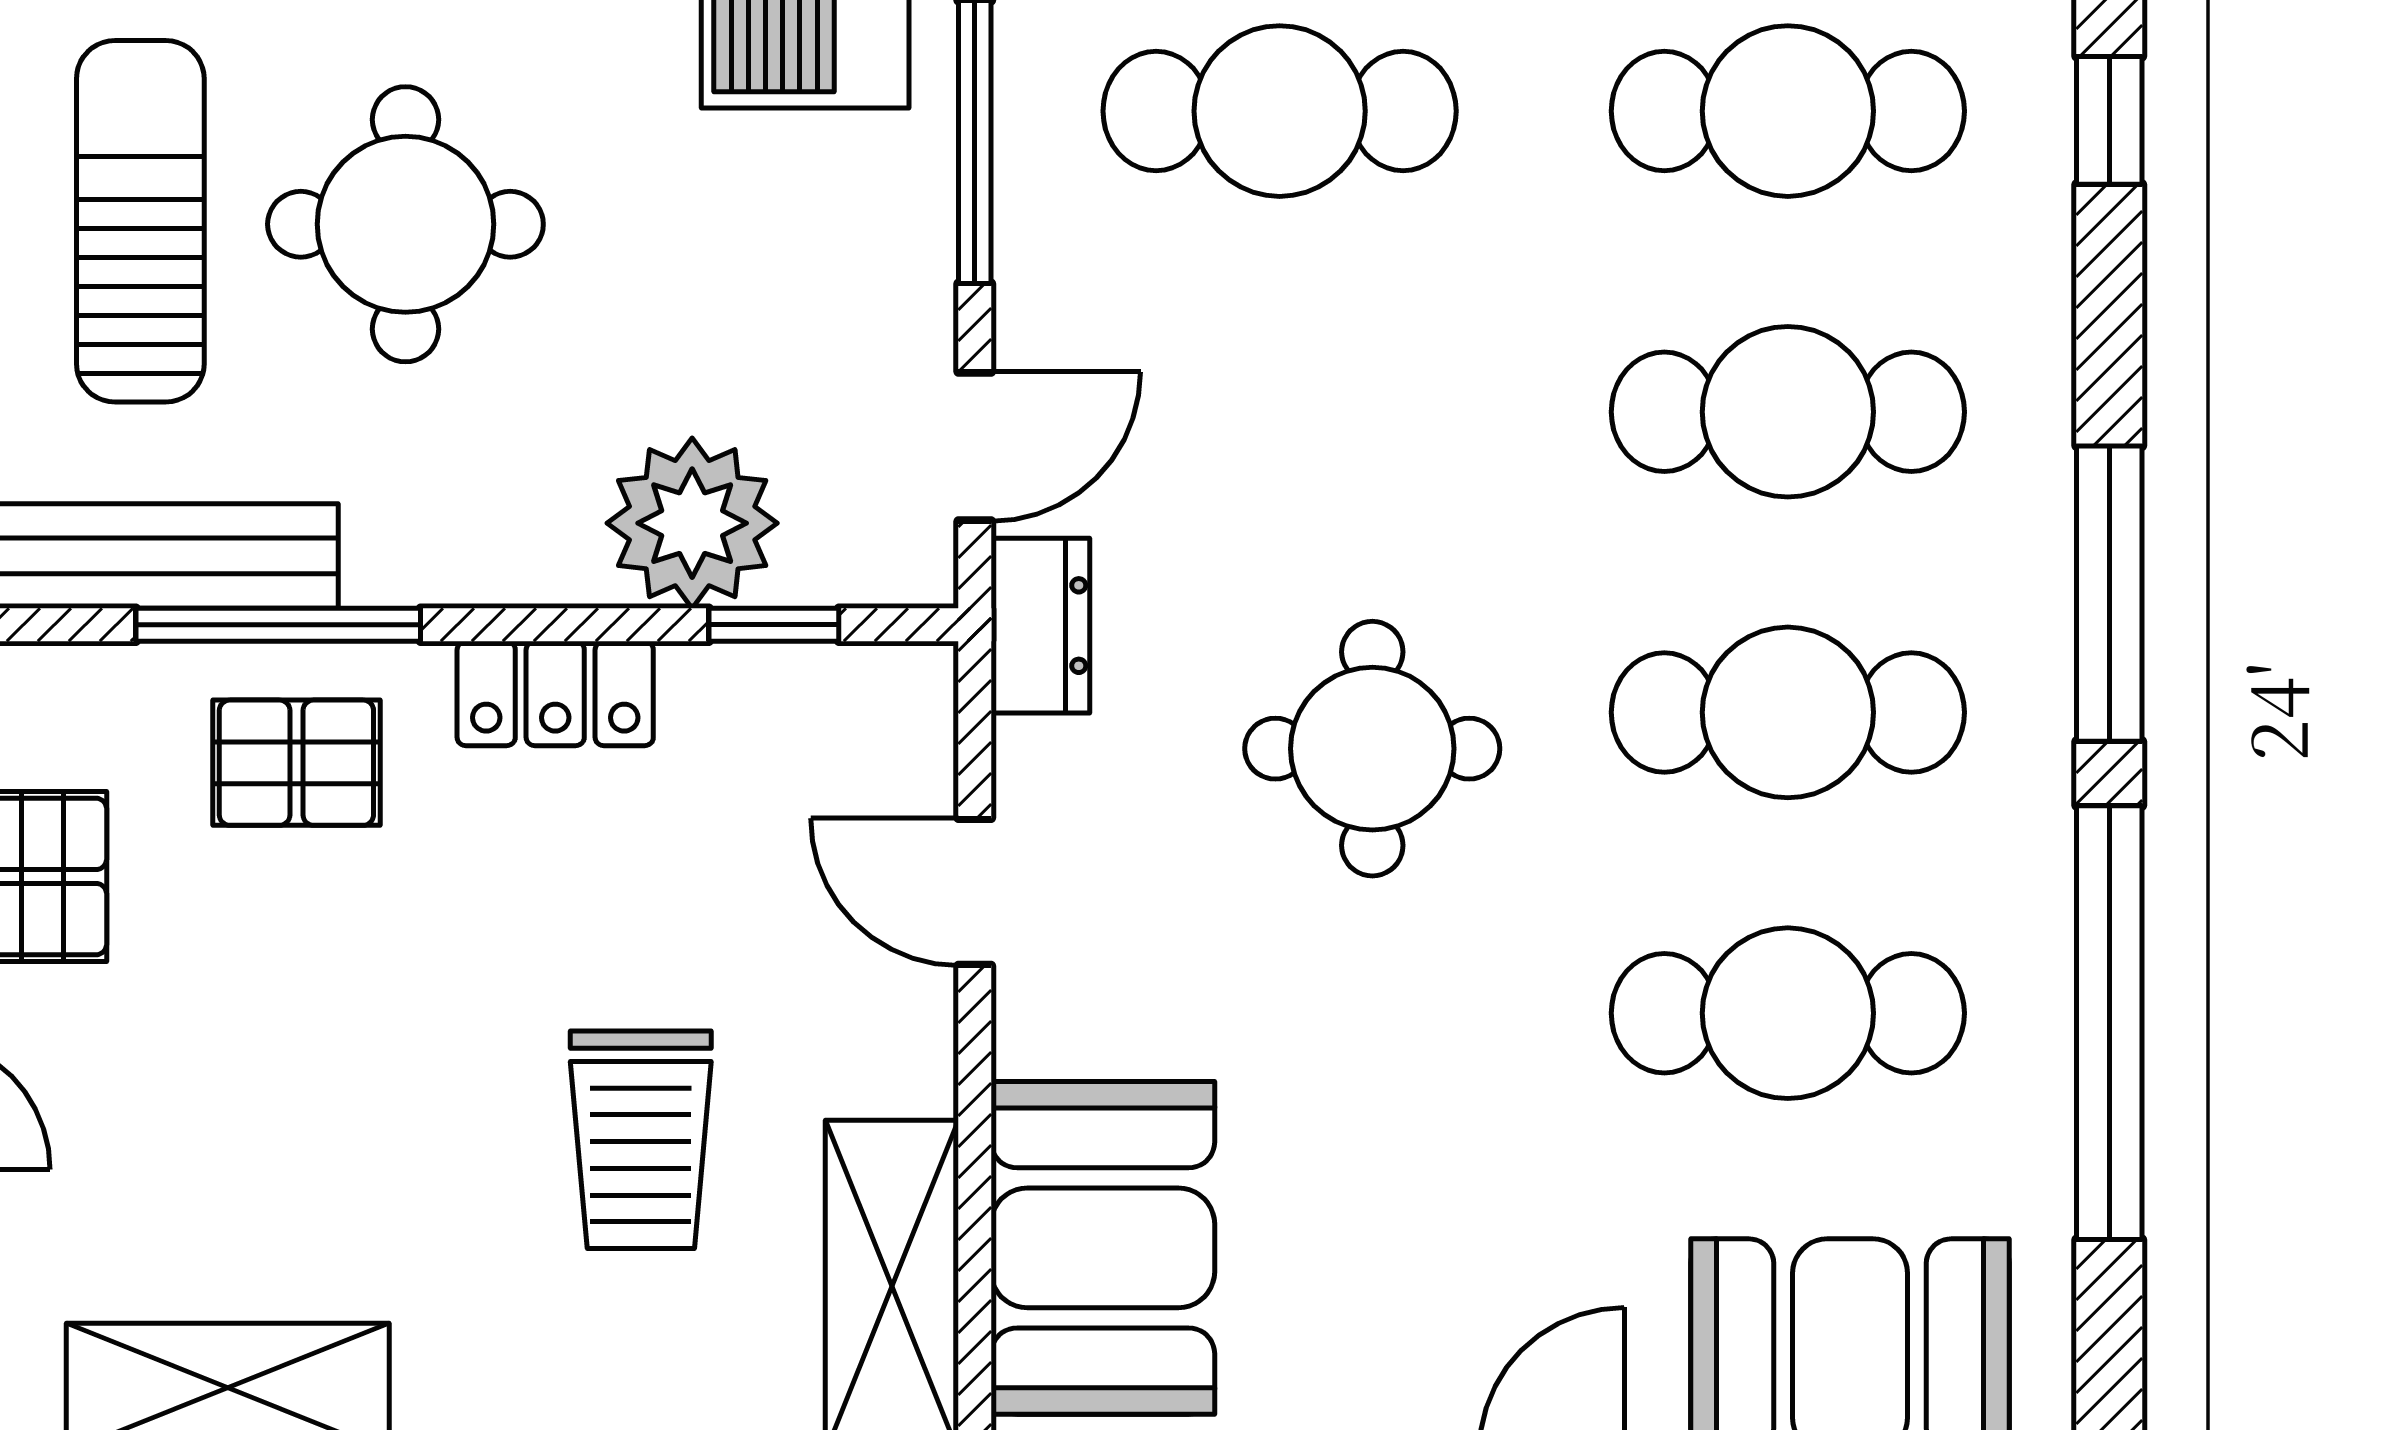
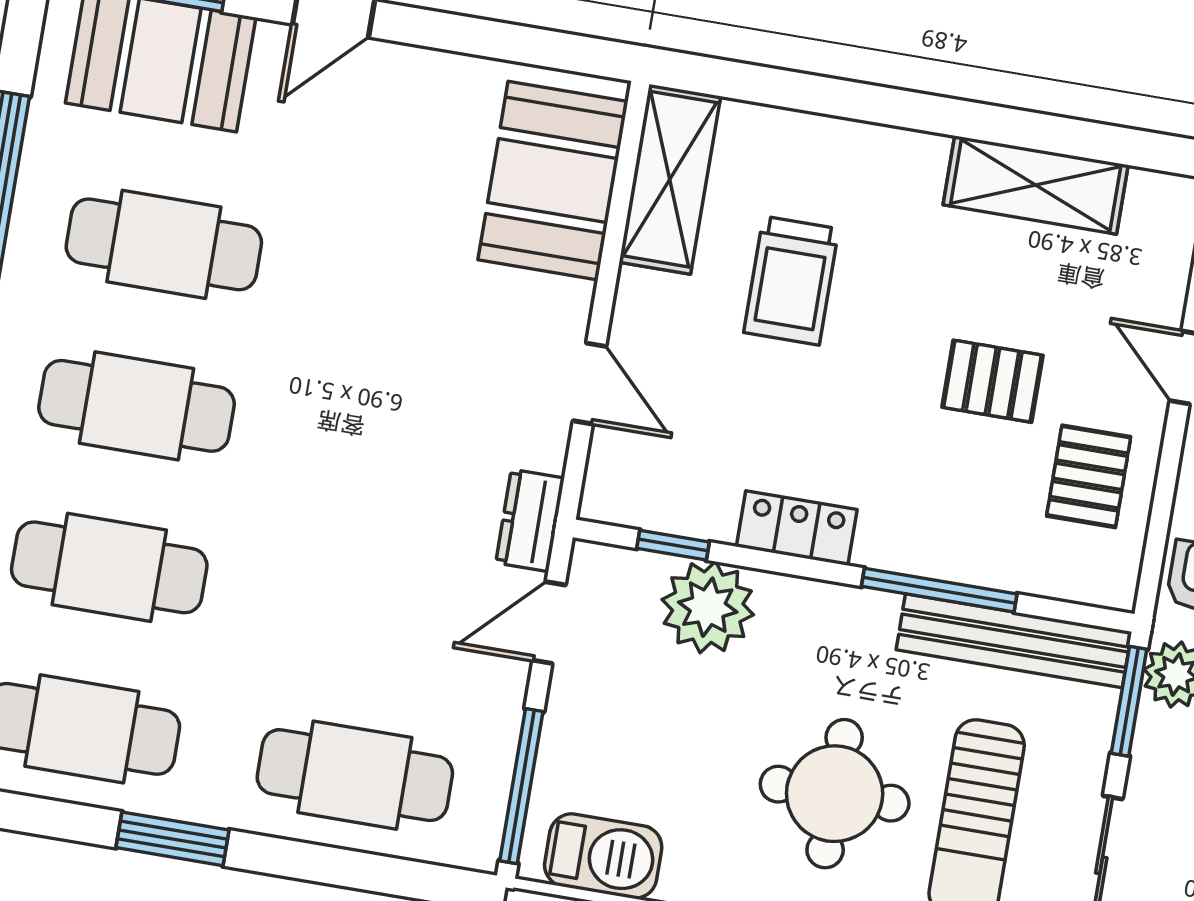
round table: (1372, 749) -> (363, 424), removed
pallet: (296, 763) -> (992, 381), moved
trolley: (641, 1140) -> (791, 281), turned 180

